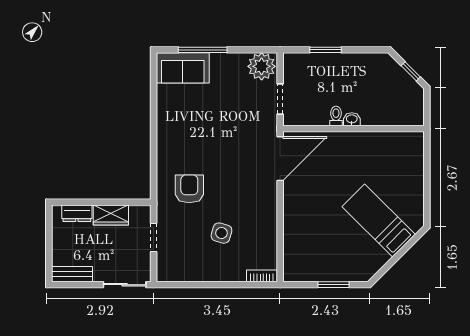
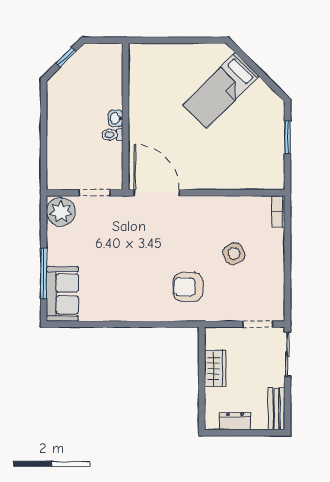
window: (326, 50) -> (44, 146), removed
dresser: (77, 213) -> (235, 421), moved, turned -90
side table: (221, 233) -> (234, 254), turned 45
doorway: (154, 237) -> (258, 324), moved

